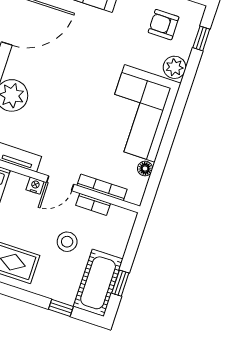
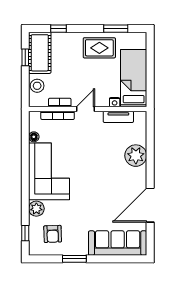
armchair: (164, 25) -> (53, 234), turned 88
nightstand: (35, 186) -> (115, 102), moved
stool: (67, 242) -> (37, 86), moved

